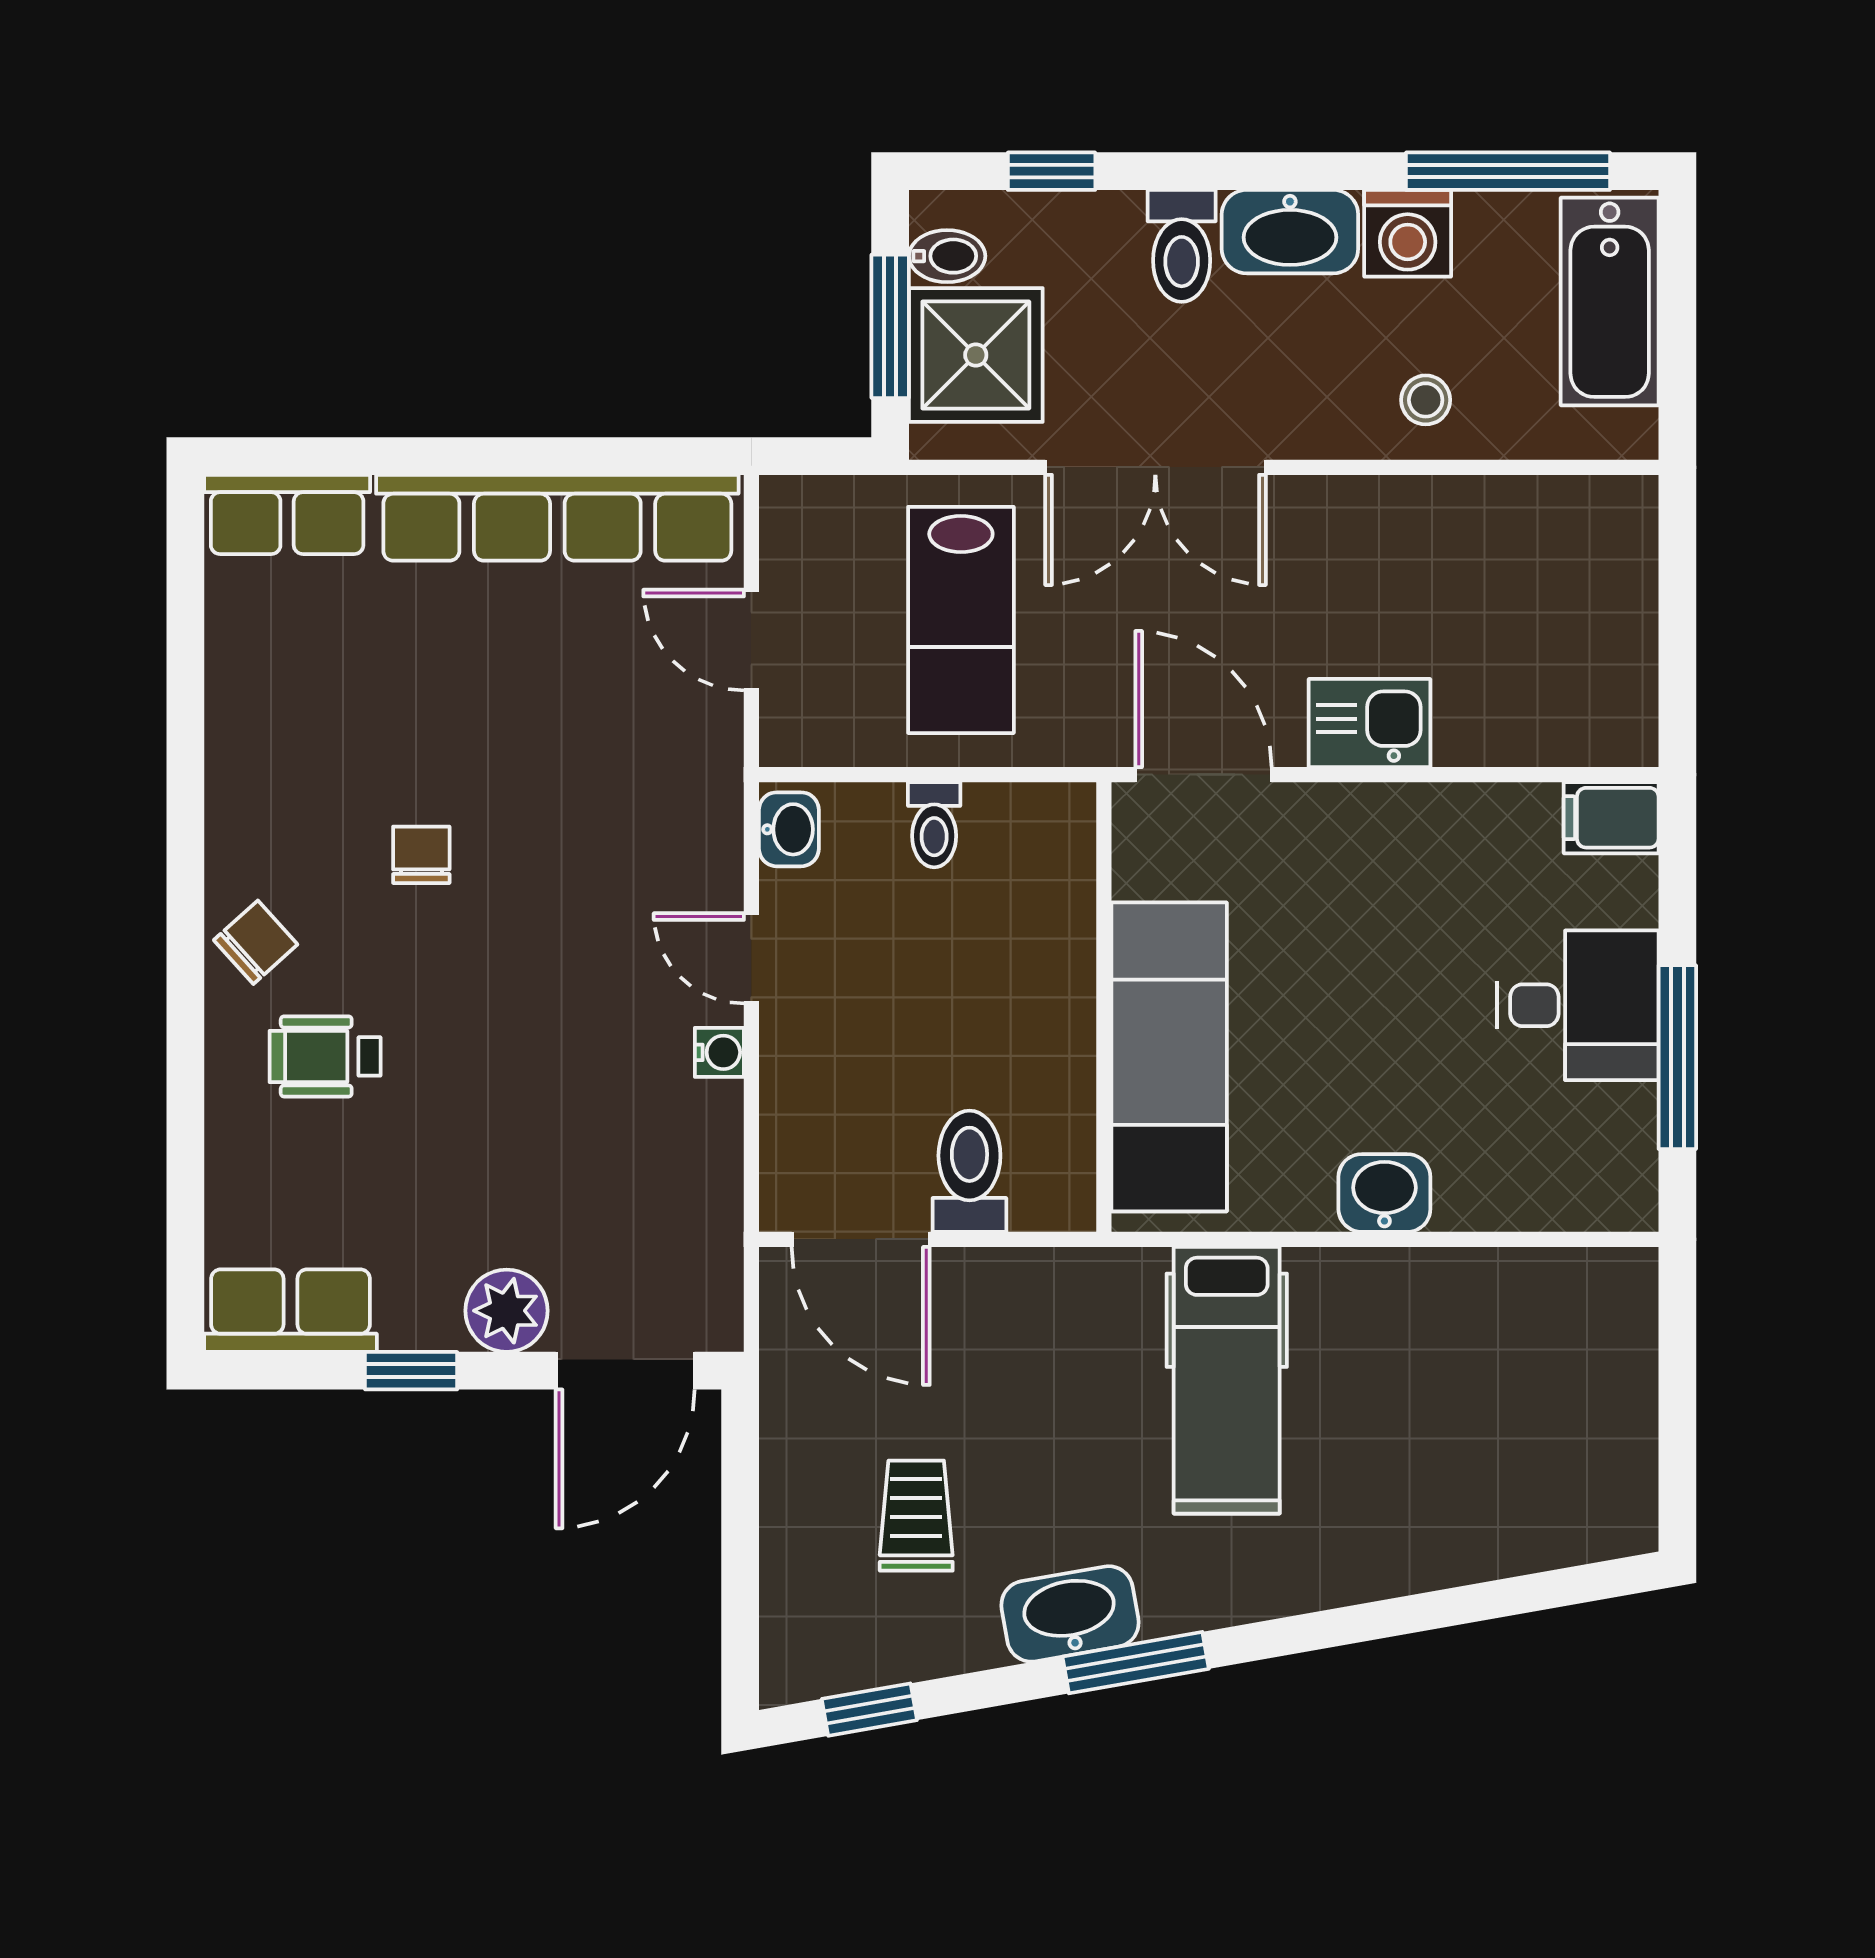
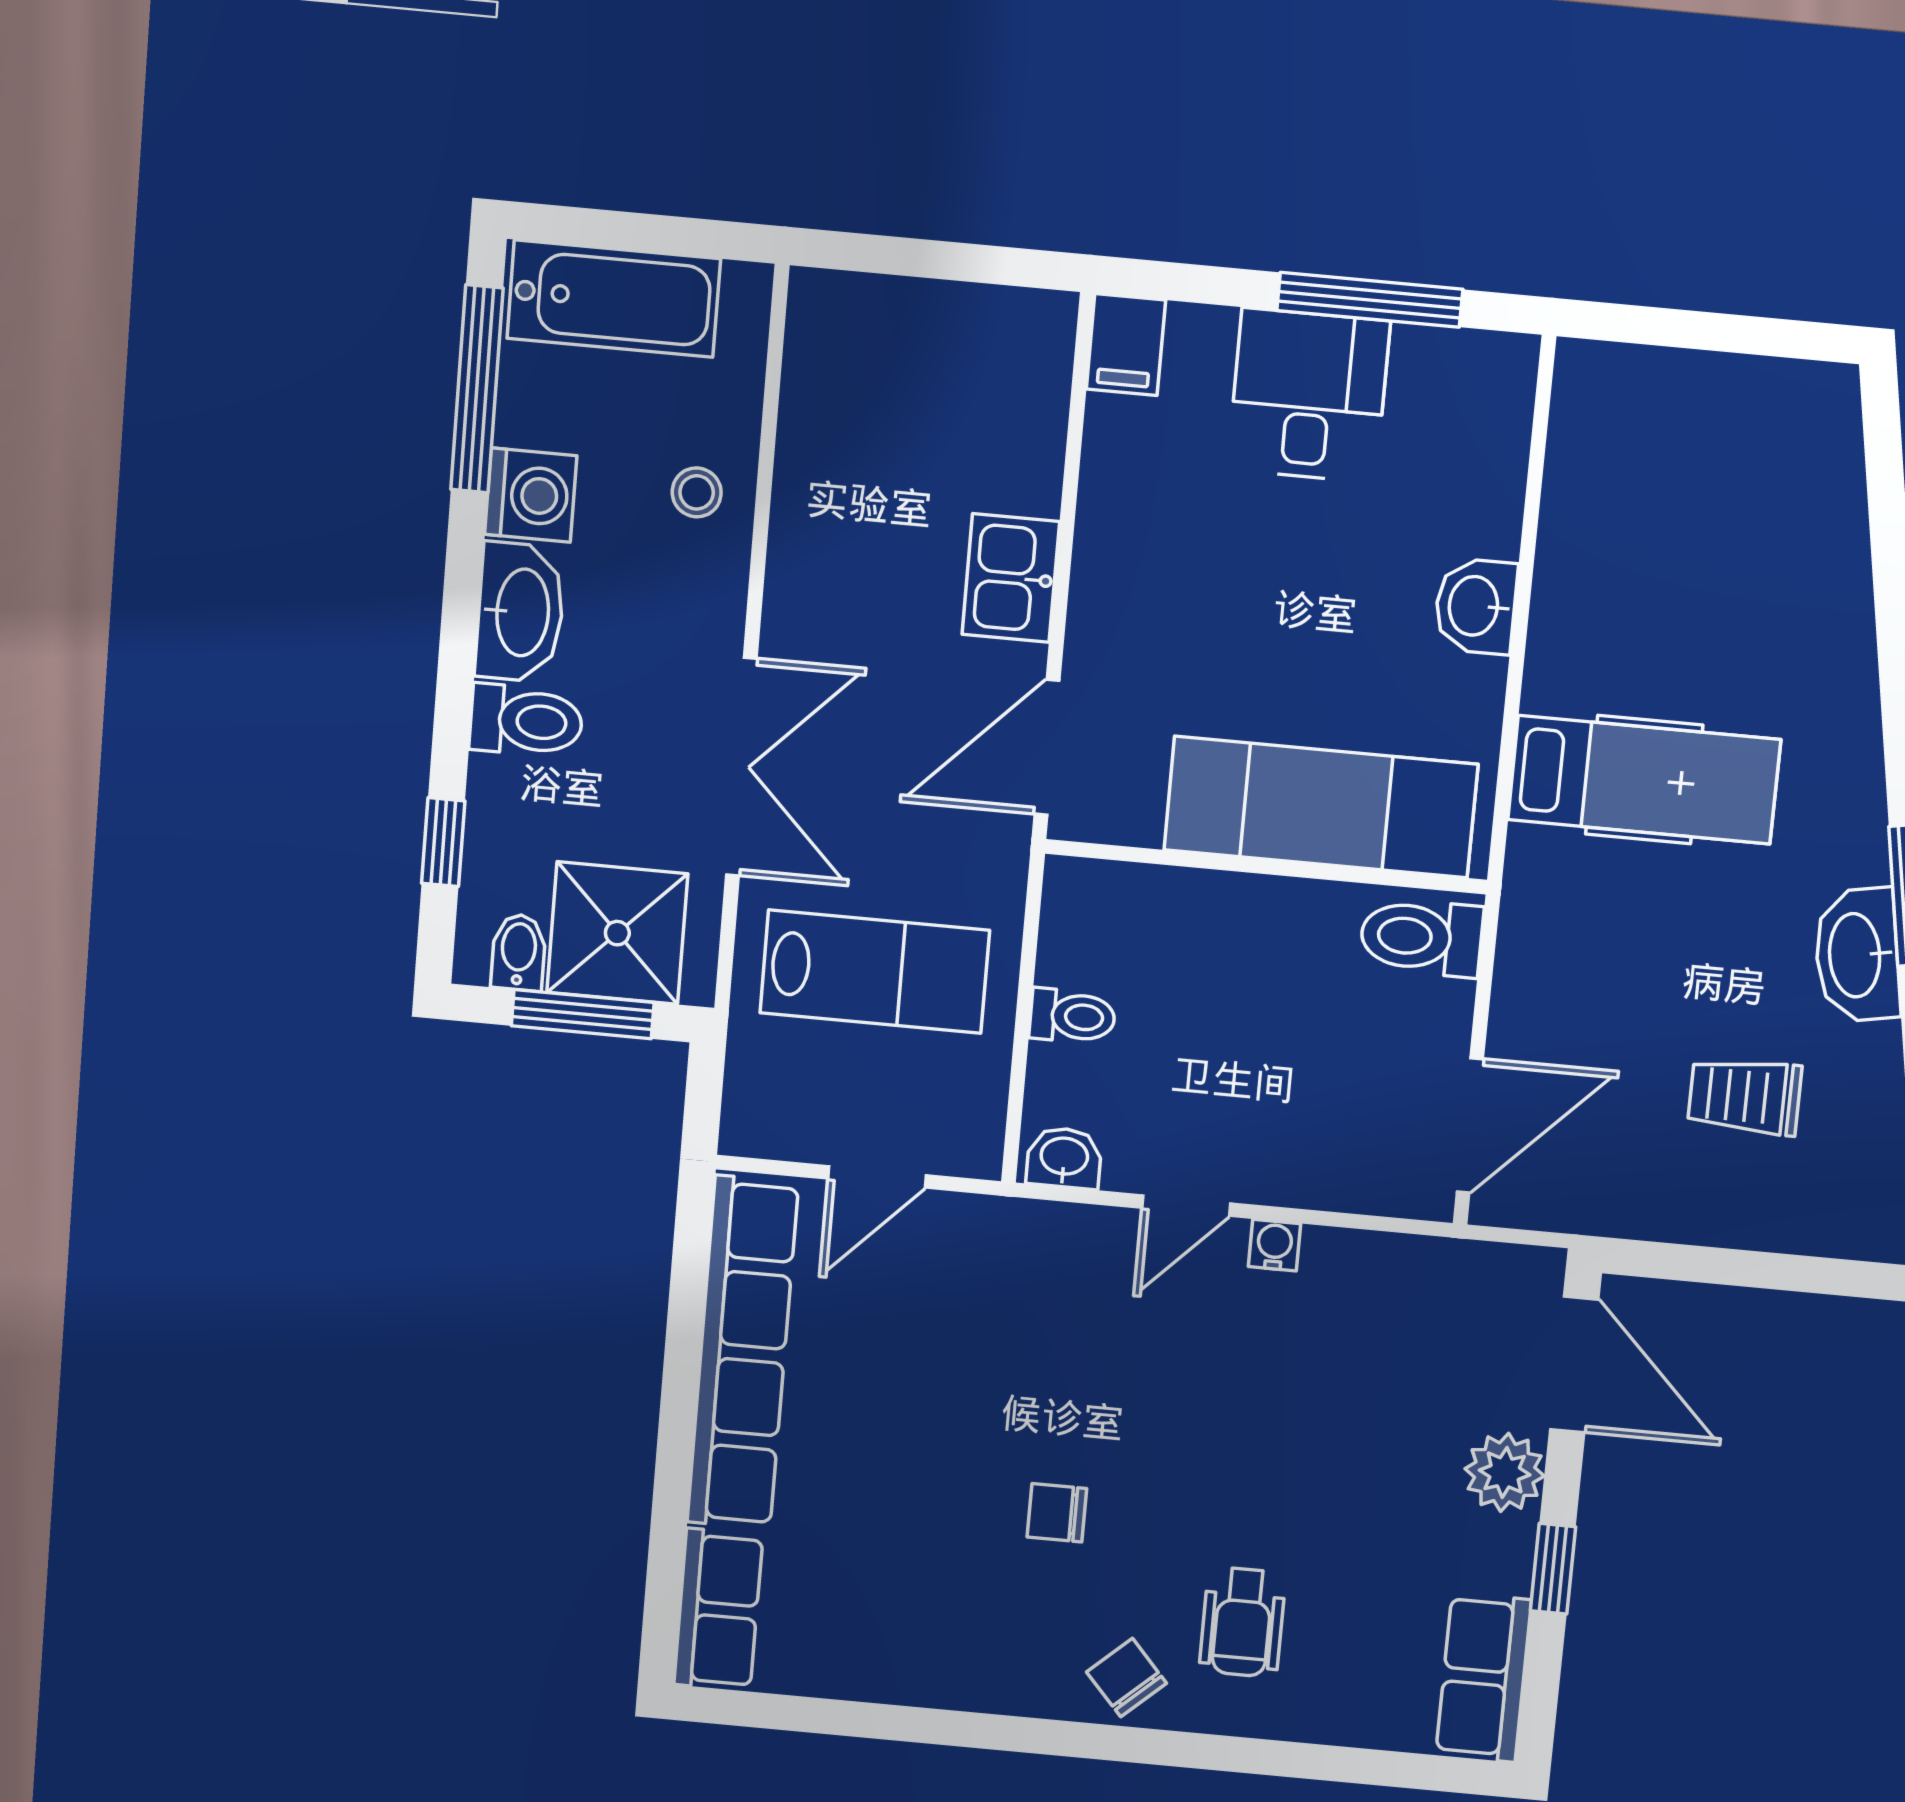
toilet: (969, 1171) -> (1421, 937), moved

